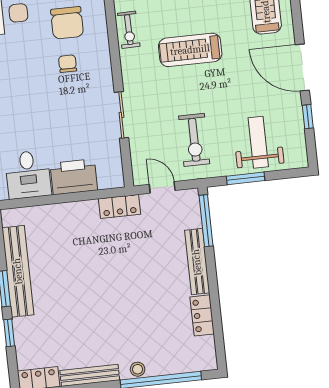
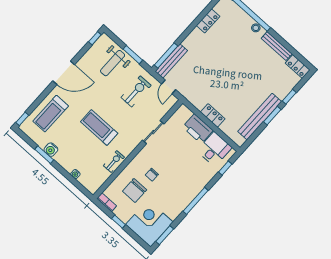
chair: (67, 23) -> (135, 190), turned 180
treadmill: (190, 50) -> (99, 128), turned 180
door: (302, 67) -> (64, 73), hinge flipped
window: (308, 117) -> (95, 38), moved
locker: (119, 206) -> (213, 115), moved
bench: (197, 262) -> (171, 61), moved

